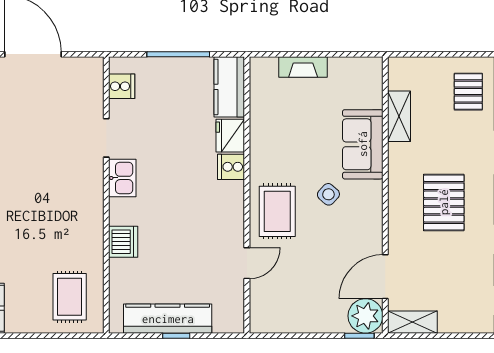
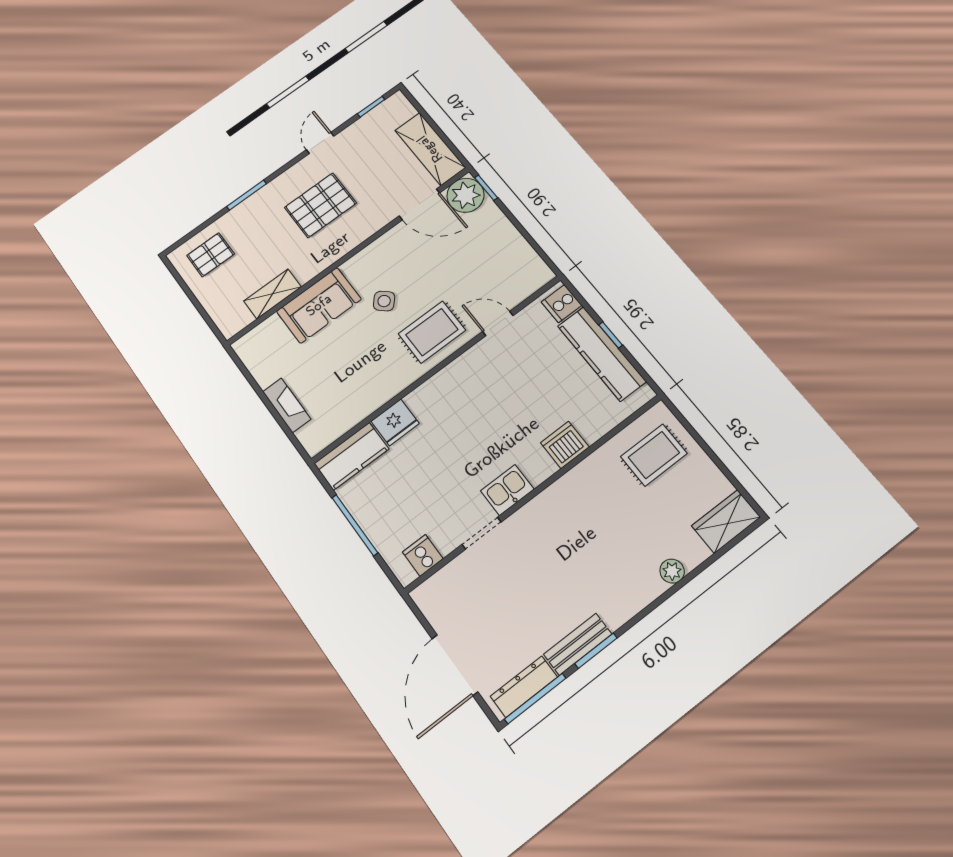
cooker: (231, 167) -> (562, 304), moved, turned 90
shelving: (412, 322) -> (430, 149), width x1.50, depth x1.33

